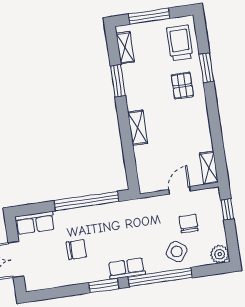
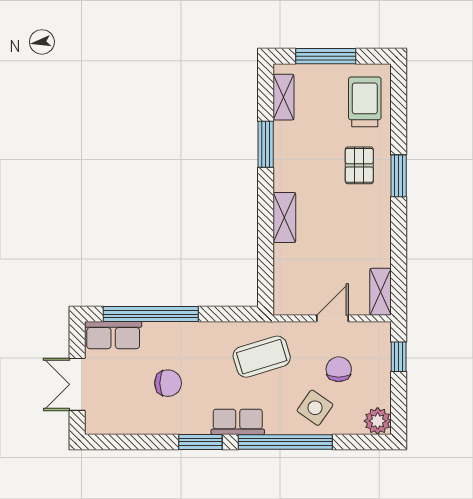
window: (206, 68) -> (399, 176), moved
window: (86, 201) -> (151, 314), moved
coffee table: (136, 223) -> (262, 357), added

